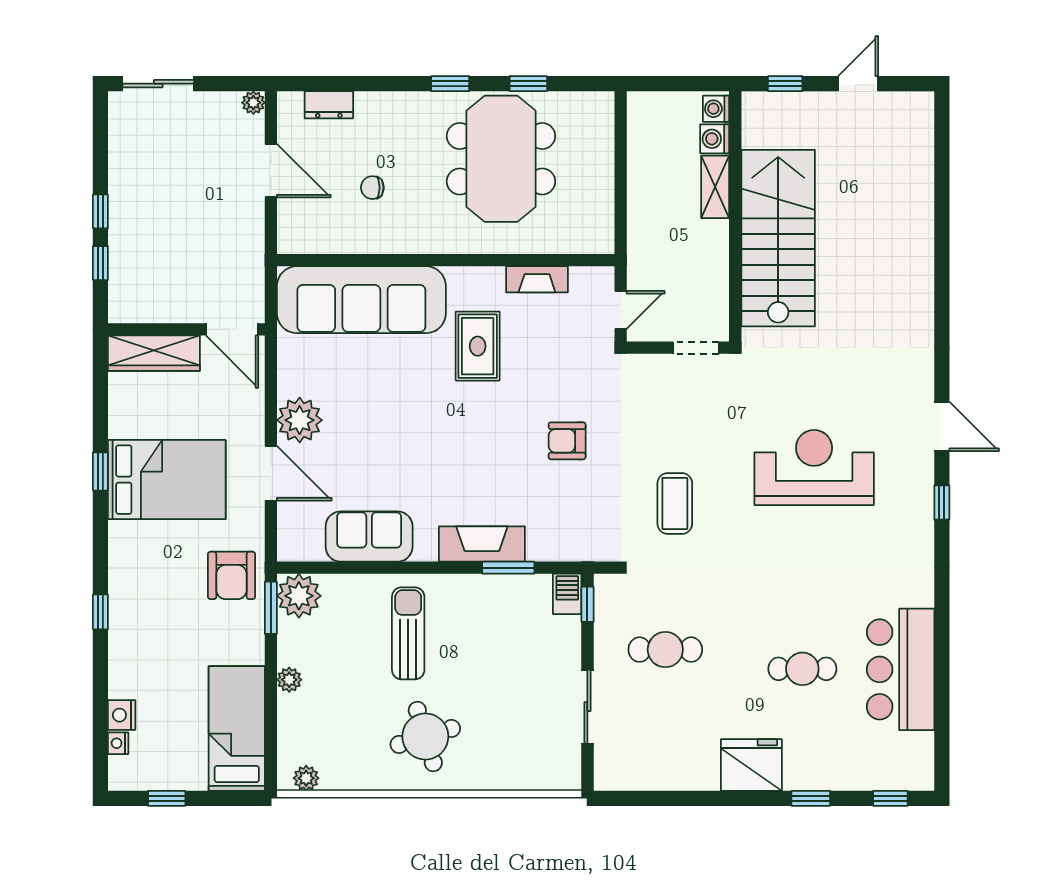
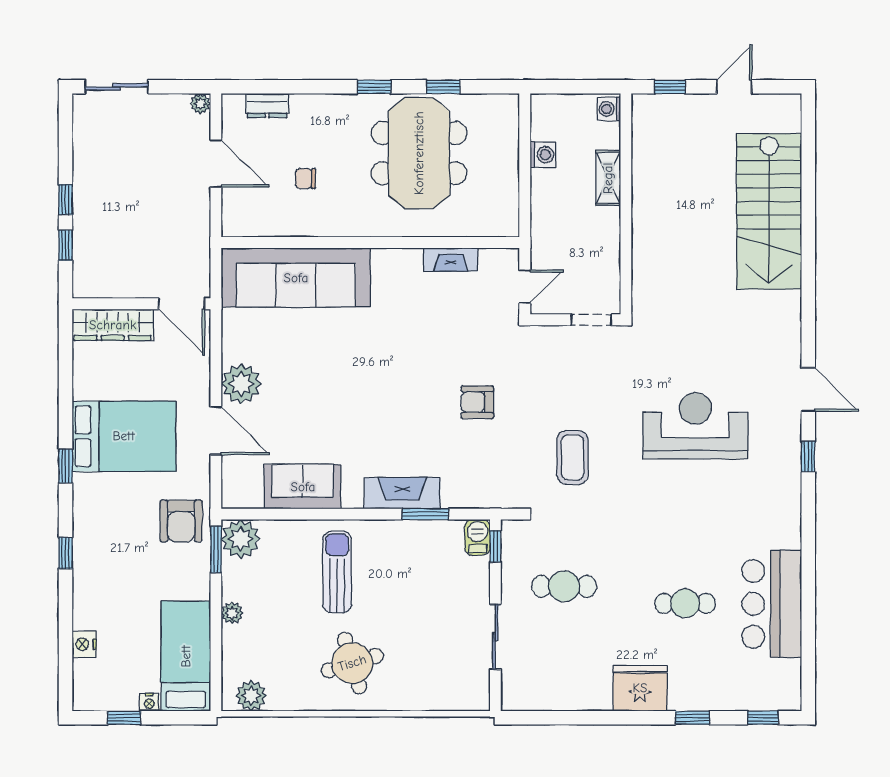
washing machine: (715, 139) -> (543, 155), moved, turned 180
stairs: (778, 238) -> (769, 211), moved, turned 180
rug: (478, 346) -> (398, 319), removed
window: (100, 471) -> (65, 466), moved
nightstand: (118, 743) -> (149, 702), moved, turned -90
plant: (306, 778) -> (251, 696), width x1.38, depth x1.38

